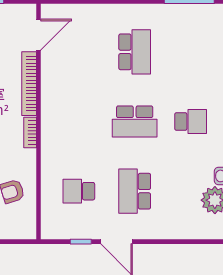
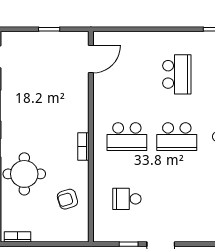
bookcase: (29, 84) -> (82, 103), removed
school desk: (135, 191) -> (127, 137), moved, turned -90

